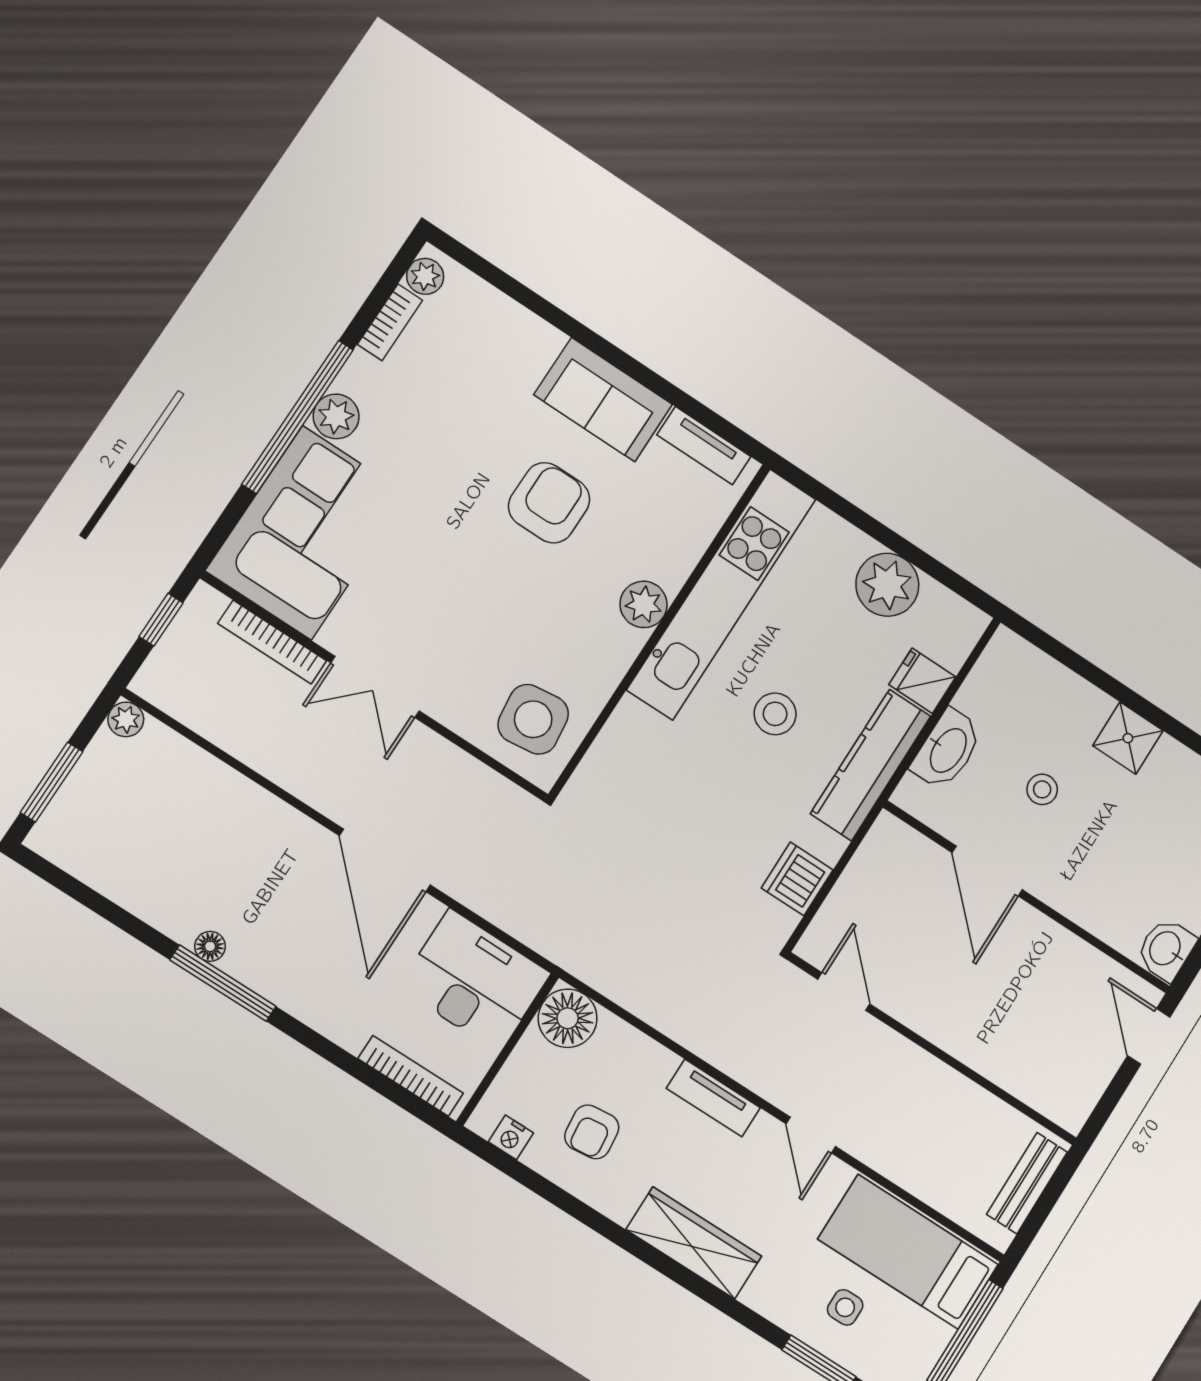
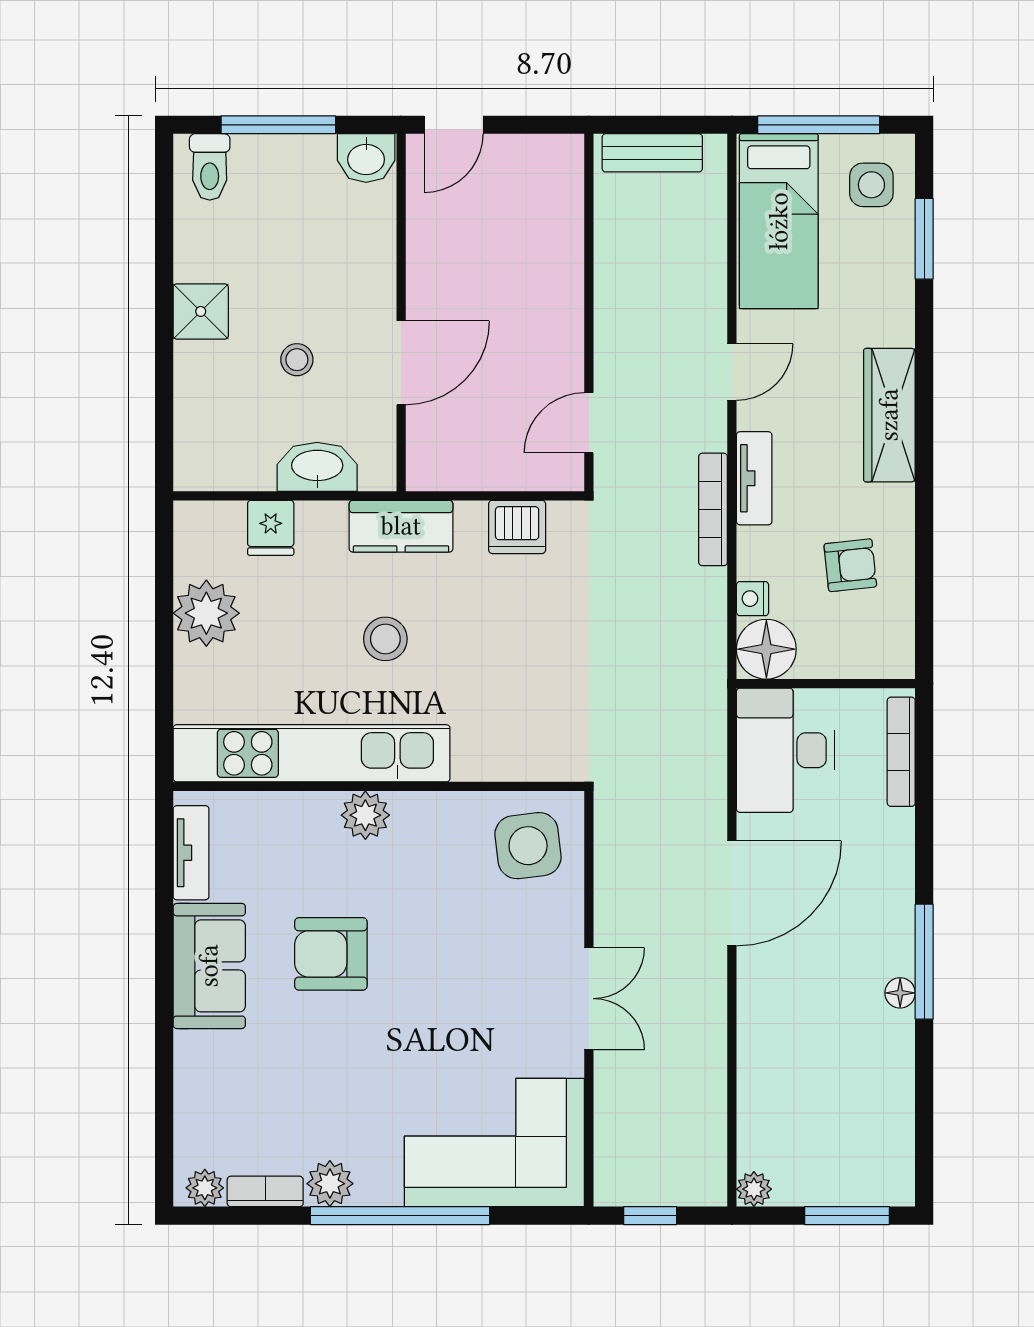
plant: (336, 416) -> (330, 1184), moved
bookcase: (272, 642) -> (713, 509), moved, turned 180
kitchen counter: (871, 765) -> (401, 526), width x0.67
nightstand: (511, 1137) -> (753, 599), moved, turned 180
side table: (845, 1307) -> (871, 185), moved, width x1.37, depth x1.37

